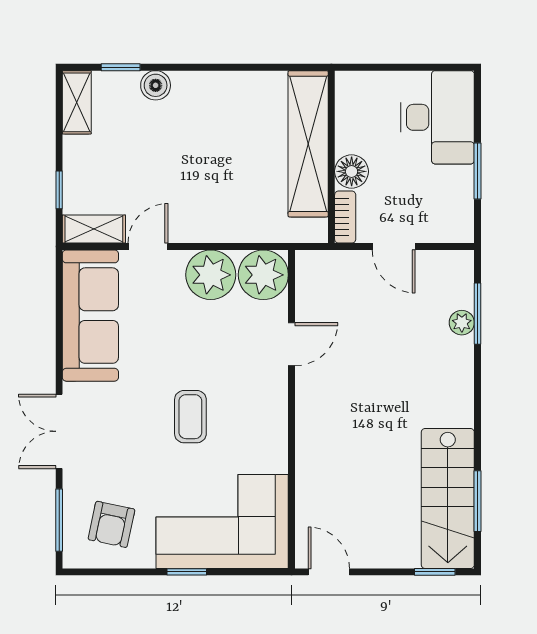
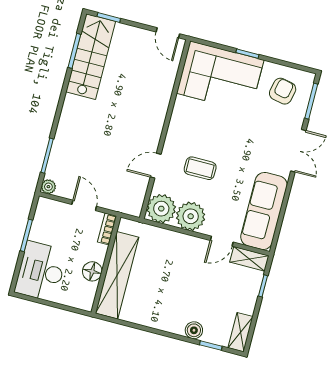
floor lamp: (352, 171) -> (92, 271), moved
plant: (462, 323) -> (48, 187), moved
coffee table: (190, 417) -> (200, 168), moved, turned 90

